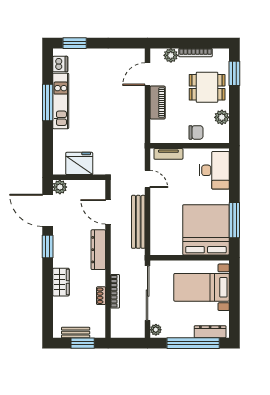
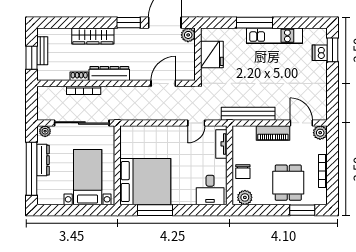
plant: (171, 55) -> (320, 133), moved
dishwasher: (60, 64) -> (320, 53), moved, turned 90
window: (48, 102) -> (254, 23), moved
plant: (222, 117) -> (245, 197), moved
desk: (214, 170) -> (210, 190), width x0.73
bench: (138, 222) -> (248, 114), moved
dresser: (98, 250) -> (109, 74), moved
wardrobe: (61, 282) -> (93, 36), width x1.50
dresser: (210, 332) -> (43, 160), moved

